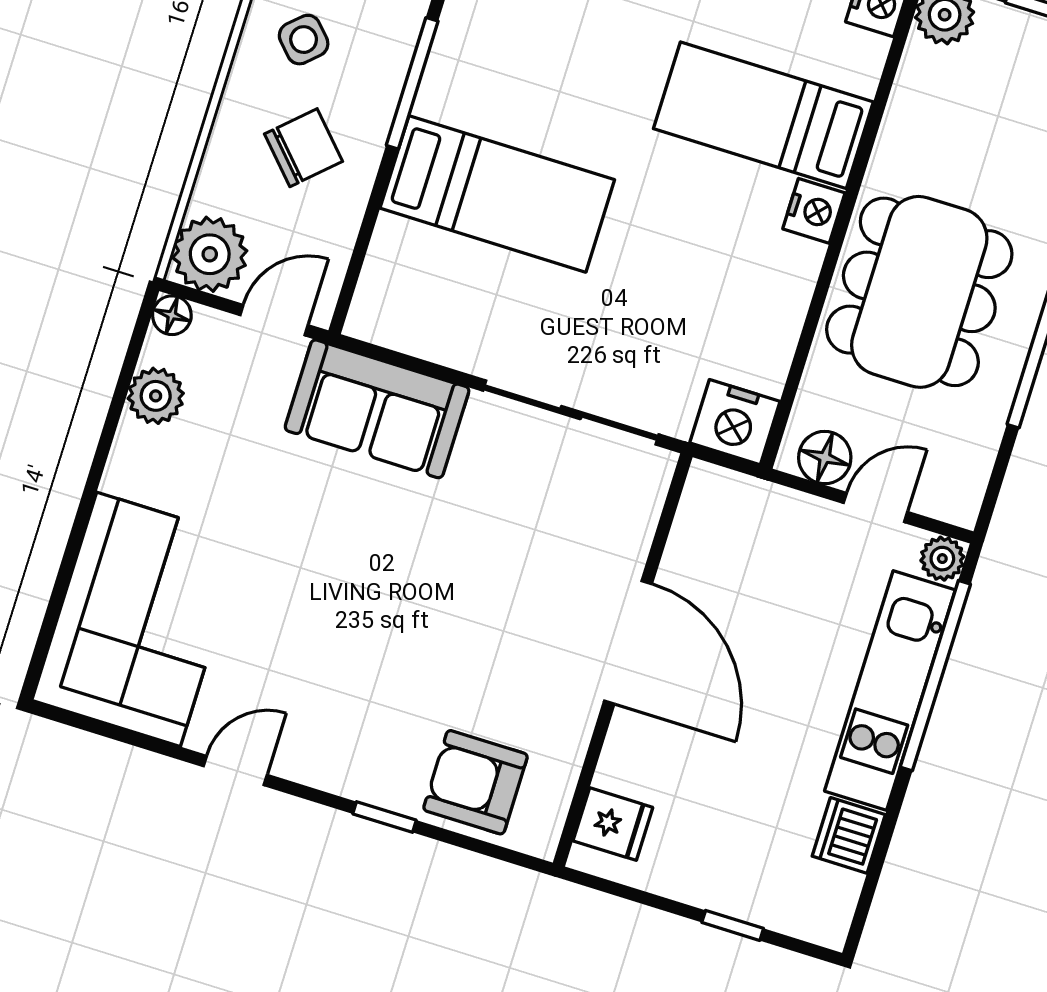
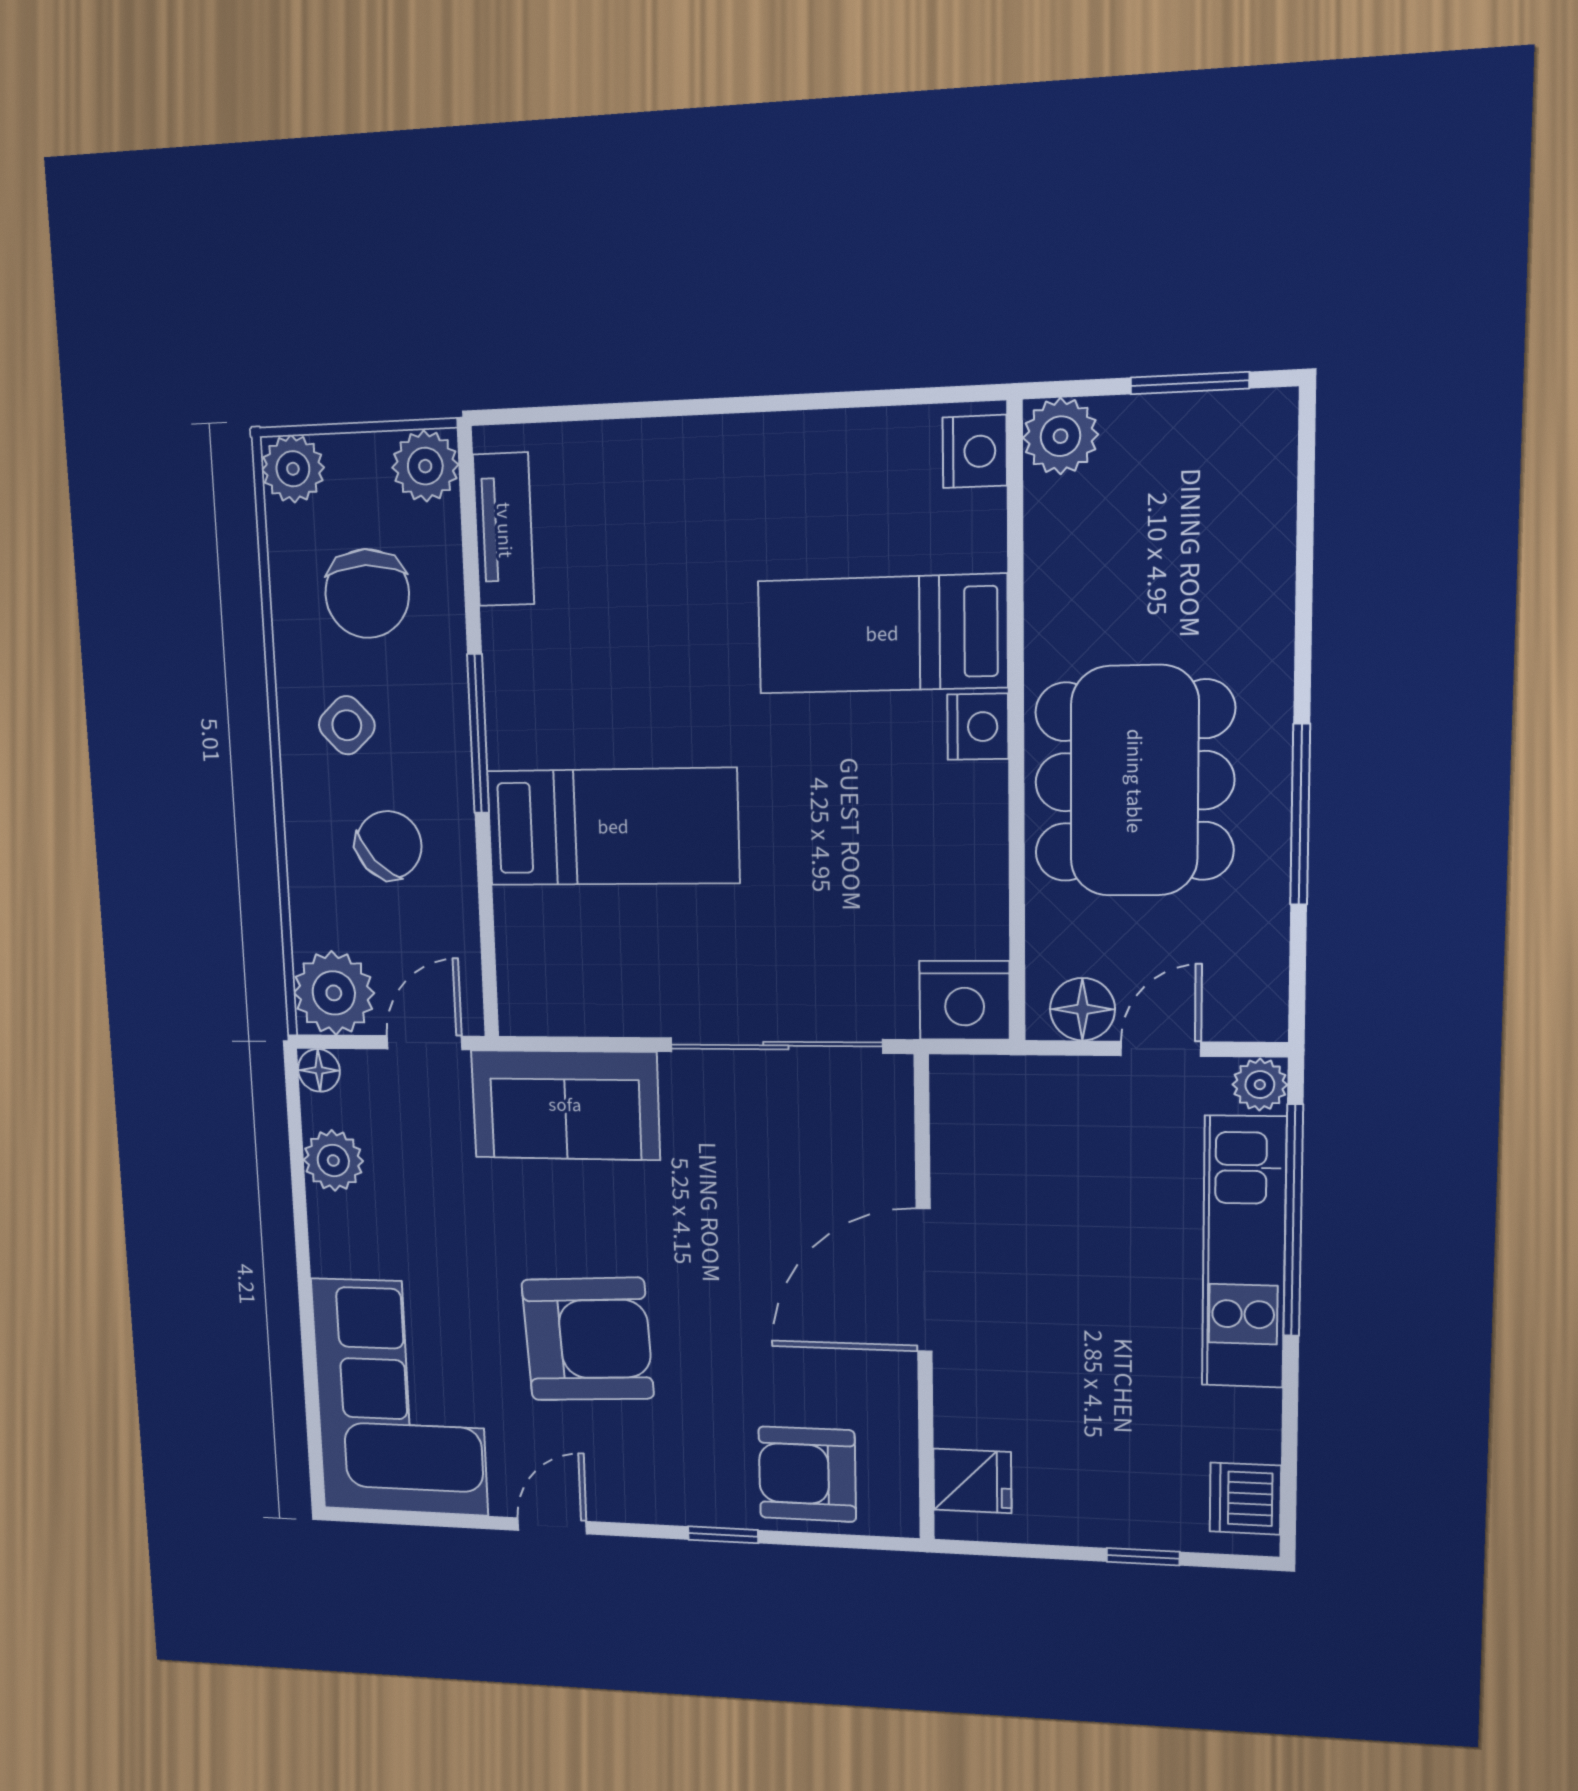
armchair: (326, 614) -> (588, 1339), added
door: (628, 642) -> (924, 1280), swing flipped
dishwasher: (849, 835) -> (1245, 1499), moved

